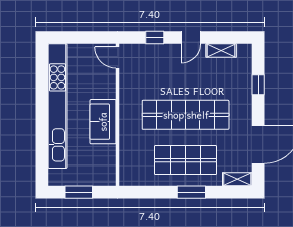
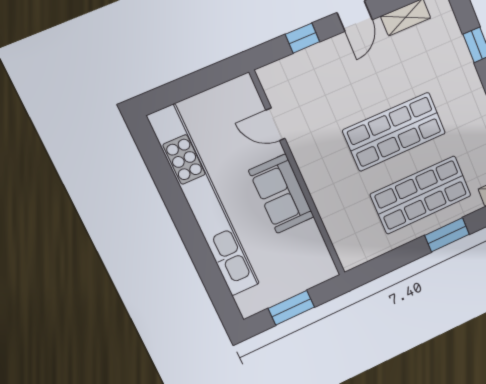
door: (118, 58) -> (275, 124), moved
shop shelf: (186, 115) -> (394, 132), width x0.71

